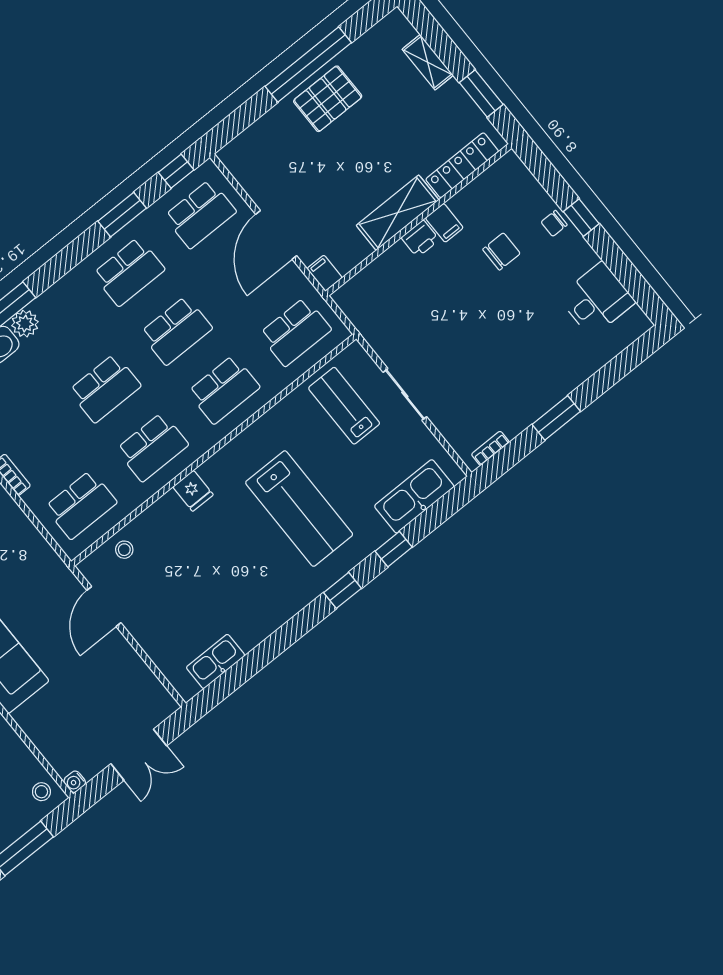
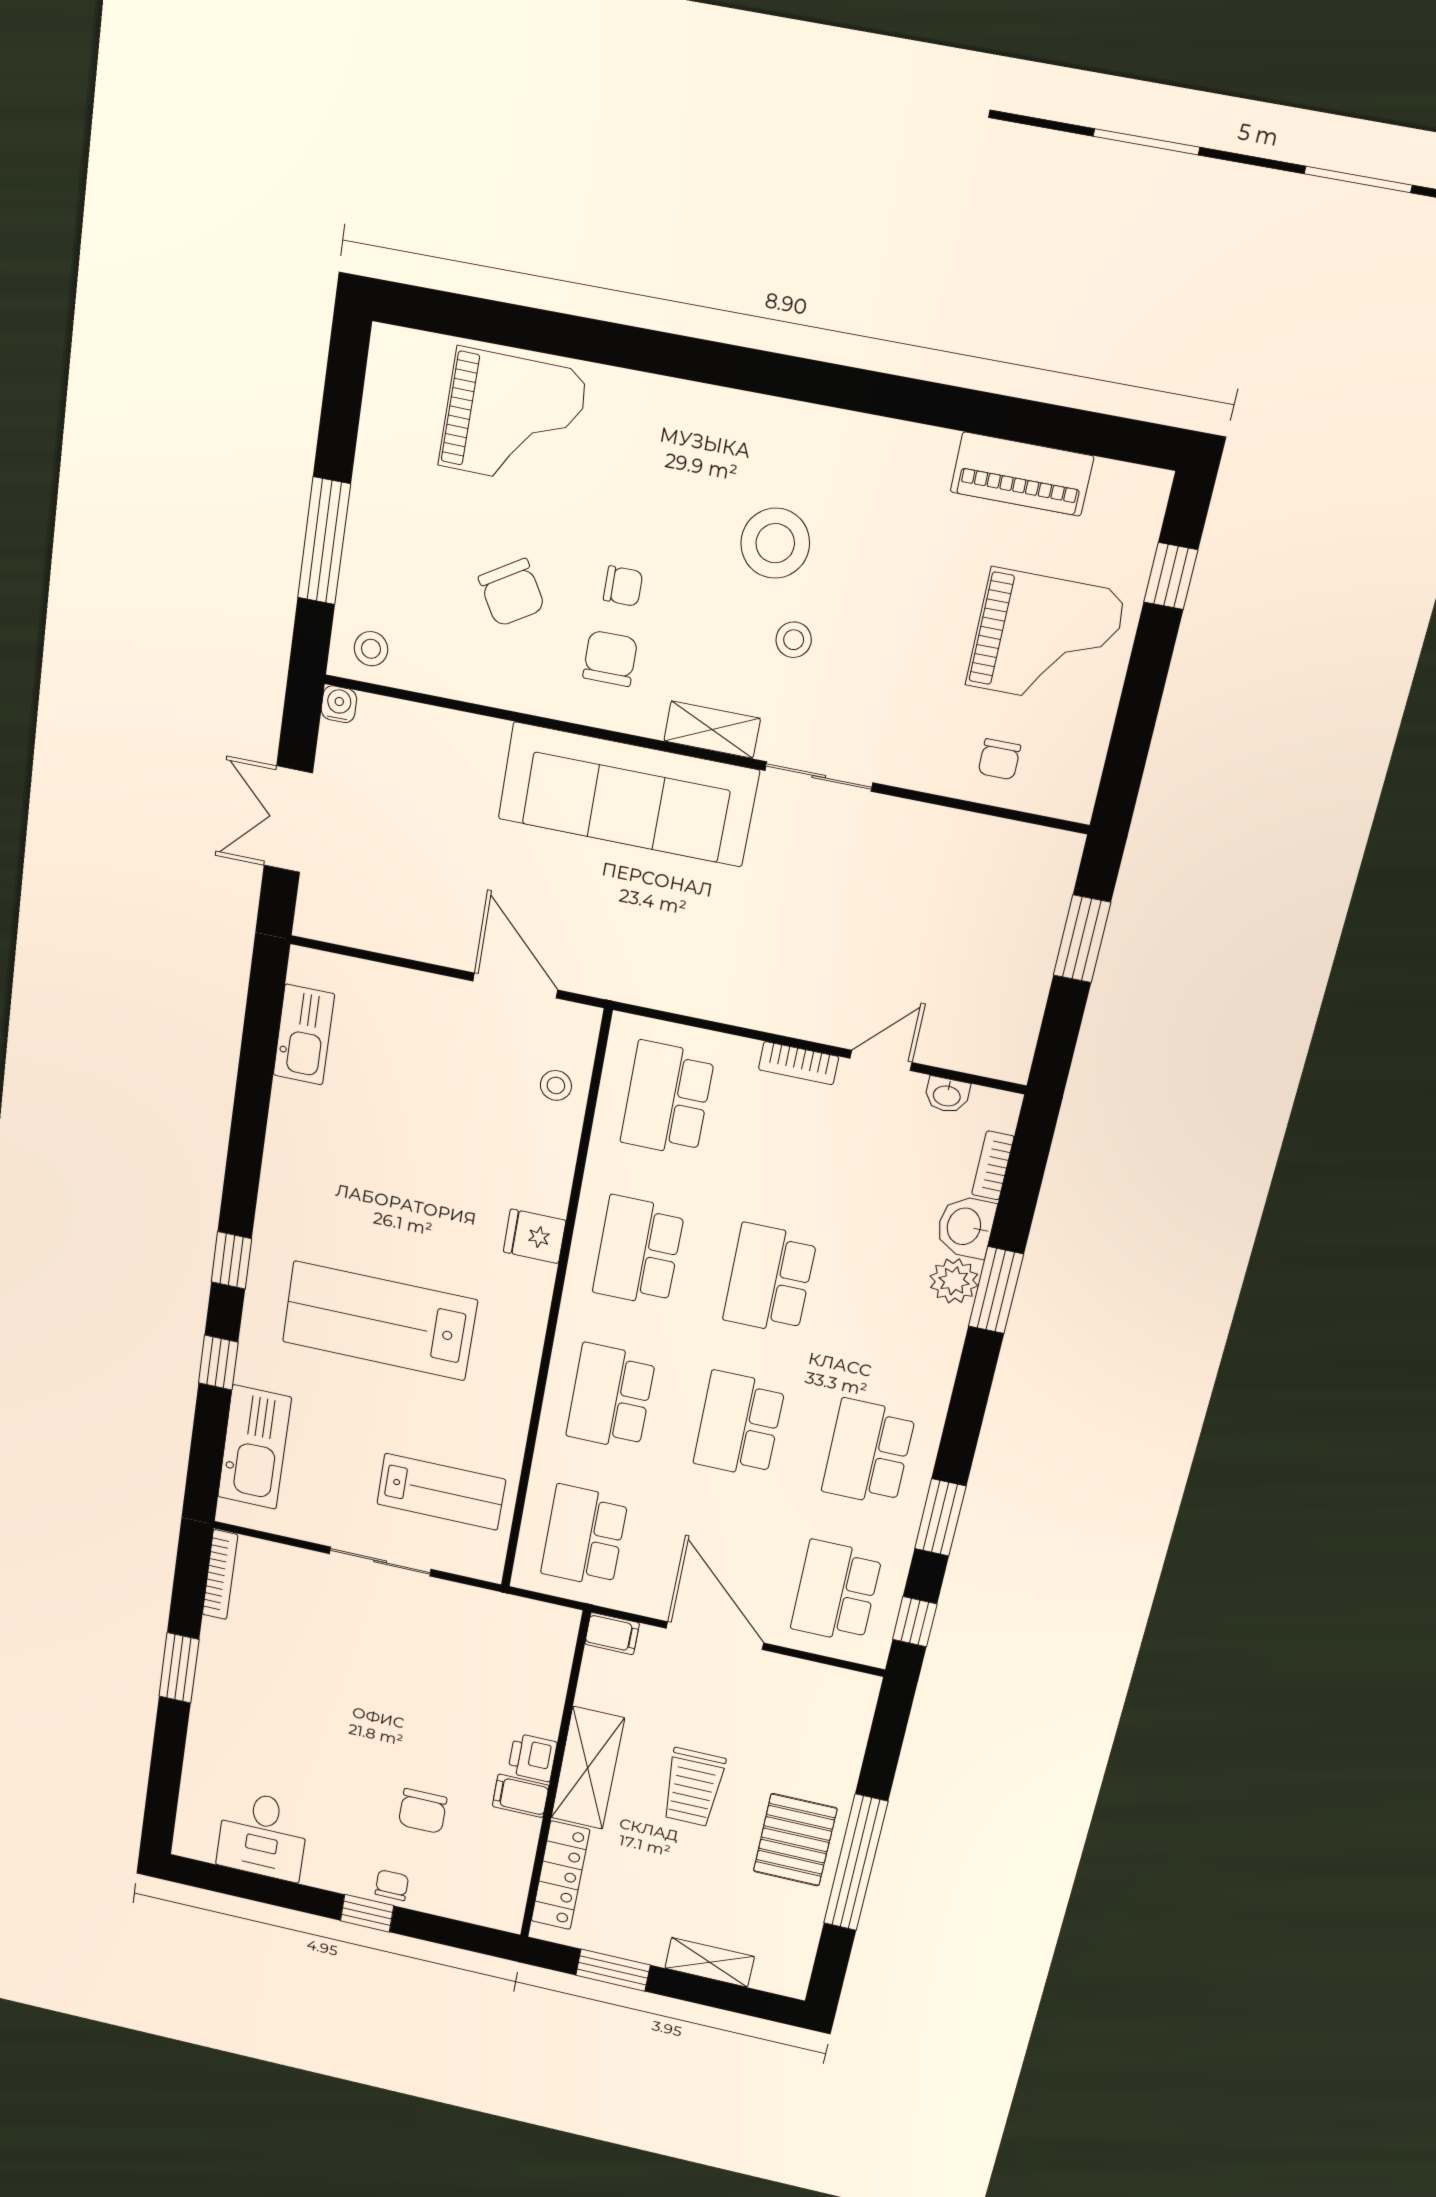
trolley: (354, 164) -> (693, 1787), added
bookcase: (490, 448) -> (220, 1575), width x1.56

